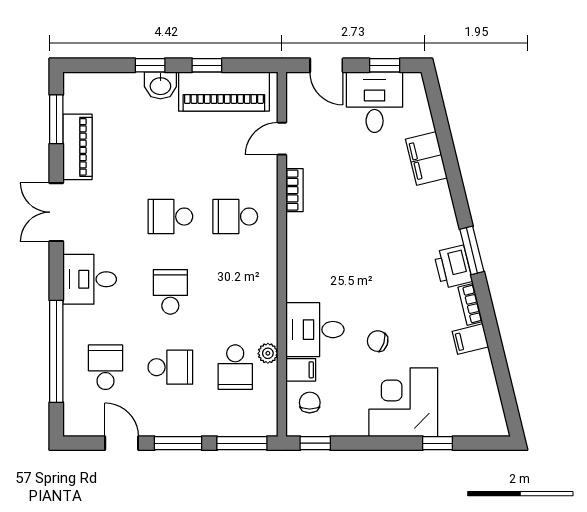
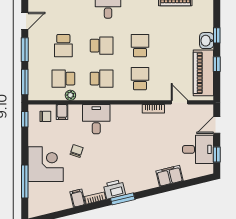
desk: (315, 330) -> (96, 119), moved
school desk: (105, 367) -> (102, 79), moved
window: (438, 443) -> (25, 181), width x2.17

